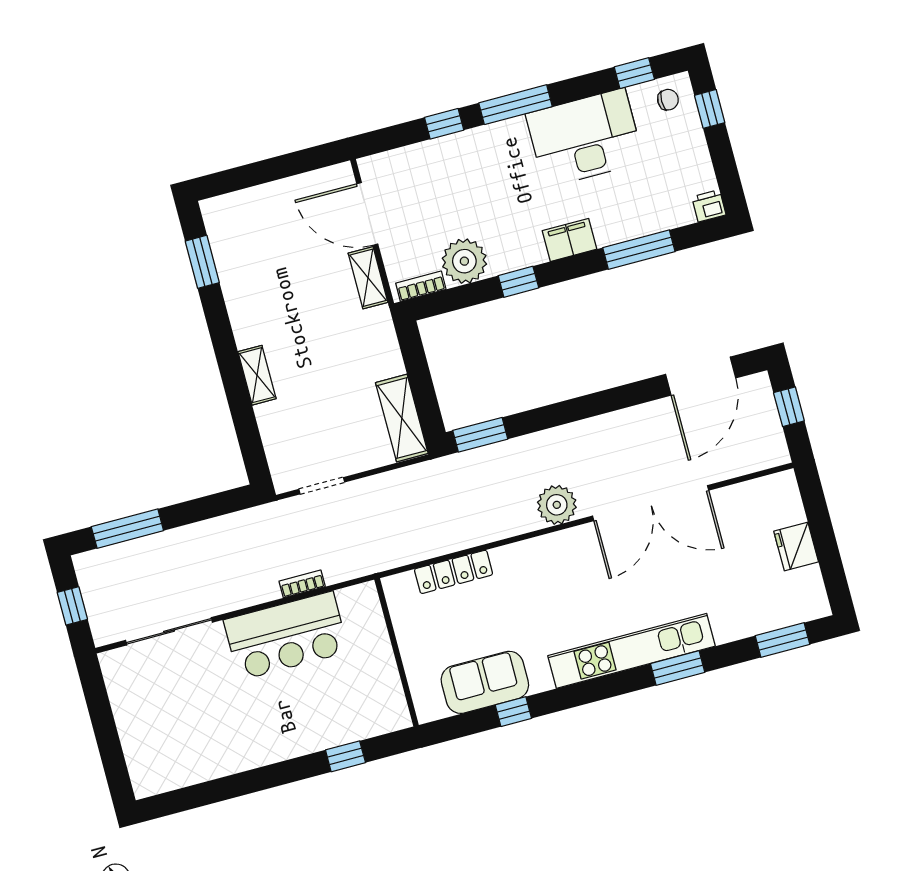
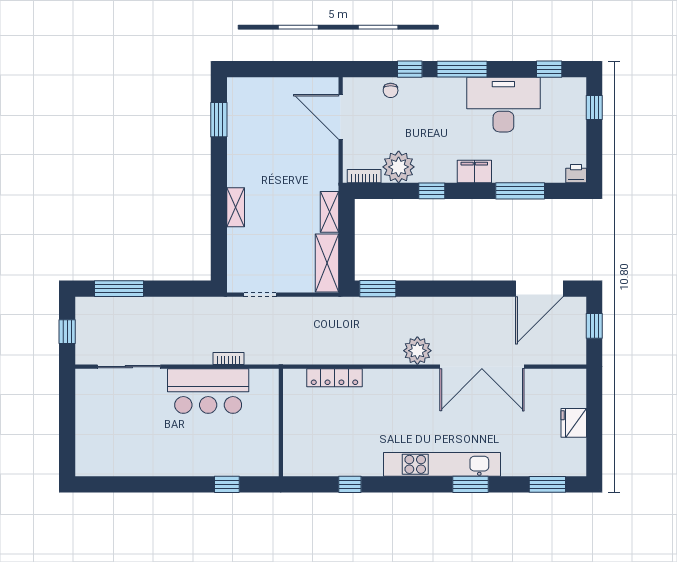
chair: (668, 100) -> (391, 90), moved, turned 90
shelving: (368, 278) -> (329, 212), moved
sofa: (485, 682) -> (336, 459), removed

